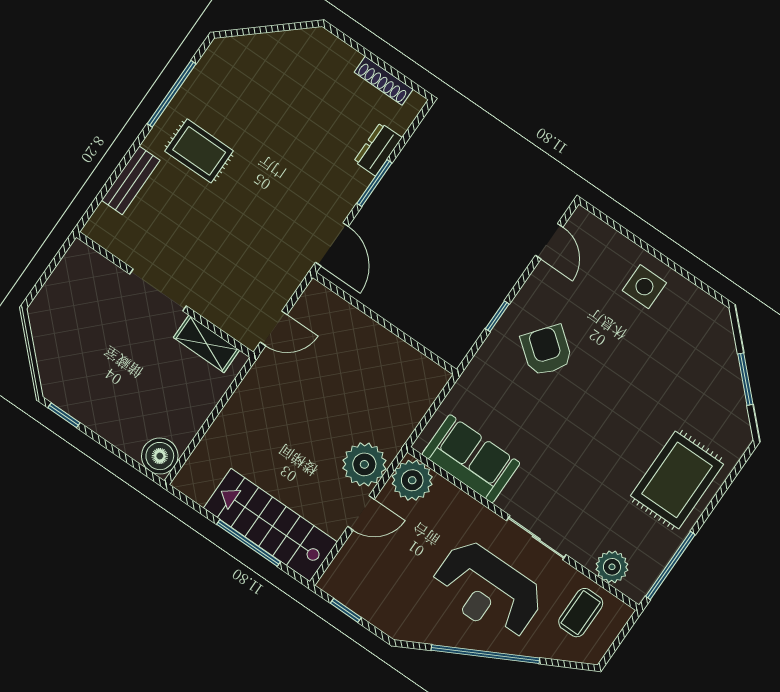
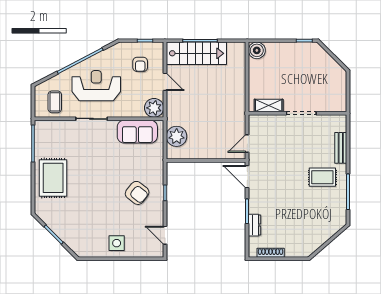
door: (274, 328) -> (247, 143), moved
plant: (364, 464) -> (177, 136), moved
door: (361, 513) -> (165, 82), swing flipped
plant: (612, 567) -> (55, 128), removed
armchair: (383, 574) -> (140, 64), added

